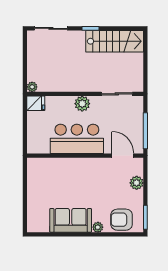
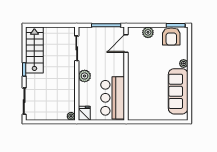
bar counter: (77, 139) -> (113, 98), moved
sofa: (71, 220) -> (178, 91), width x1.36
armchair: (122, 220) -> (171, 37), moved

